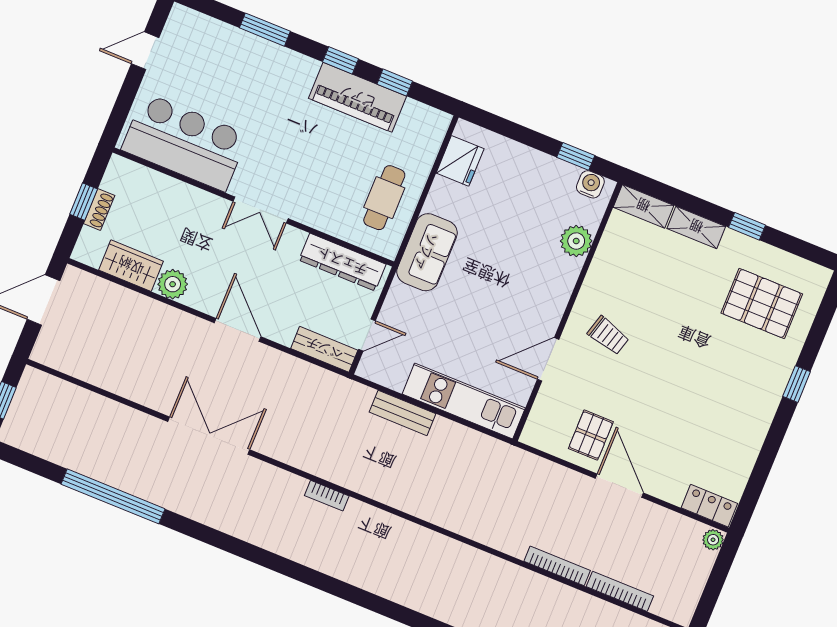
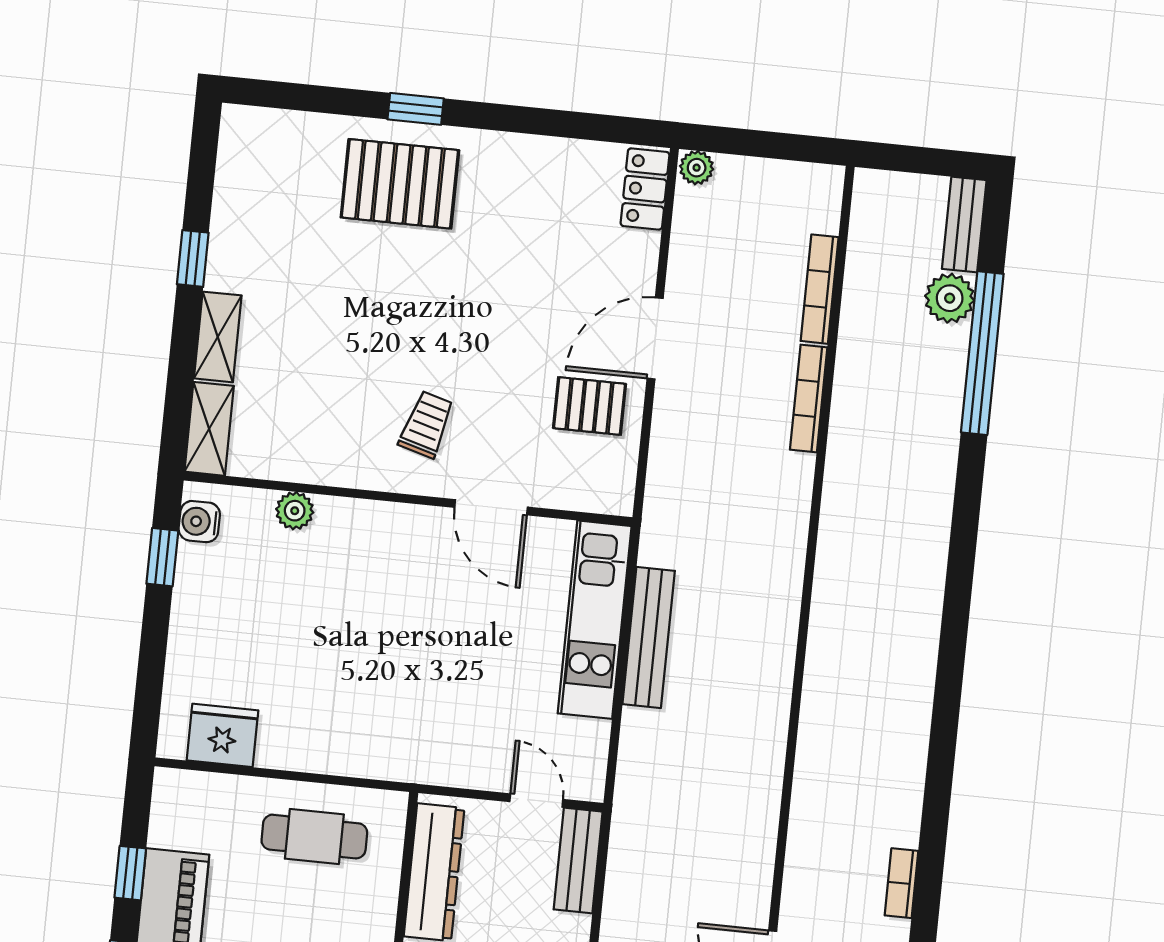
plant: (576, 241) -> (295, 511), width x0.73, depth x0.73
sofa: (427, 252) -> (380, 745), removed
pallet: (762, 303) -> (400, 184), moved, turned 90
bench: (403, 413) -> (649, 638), moved, width x1.36
bookcase: (327, 496) -> (902, 883), moved, turned 180

